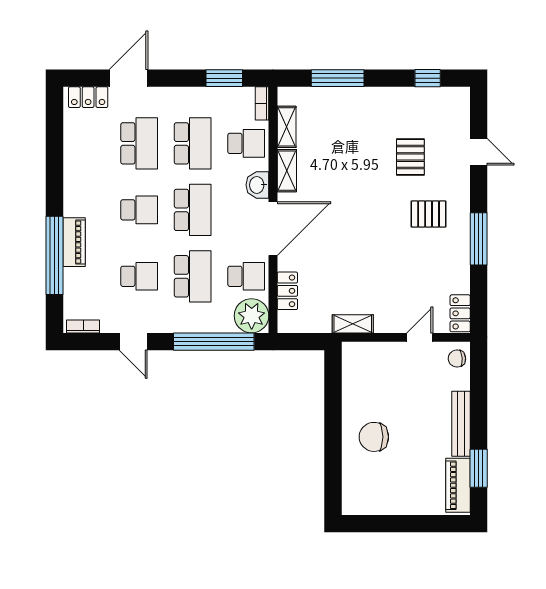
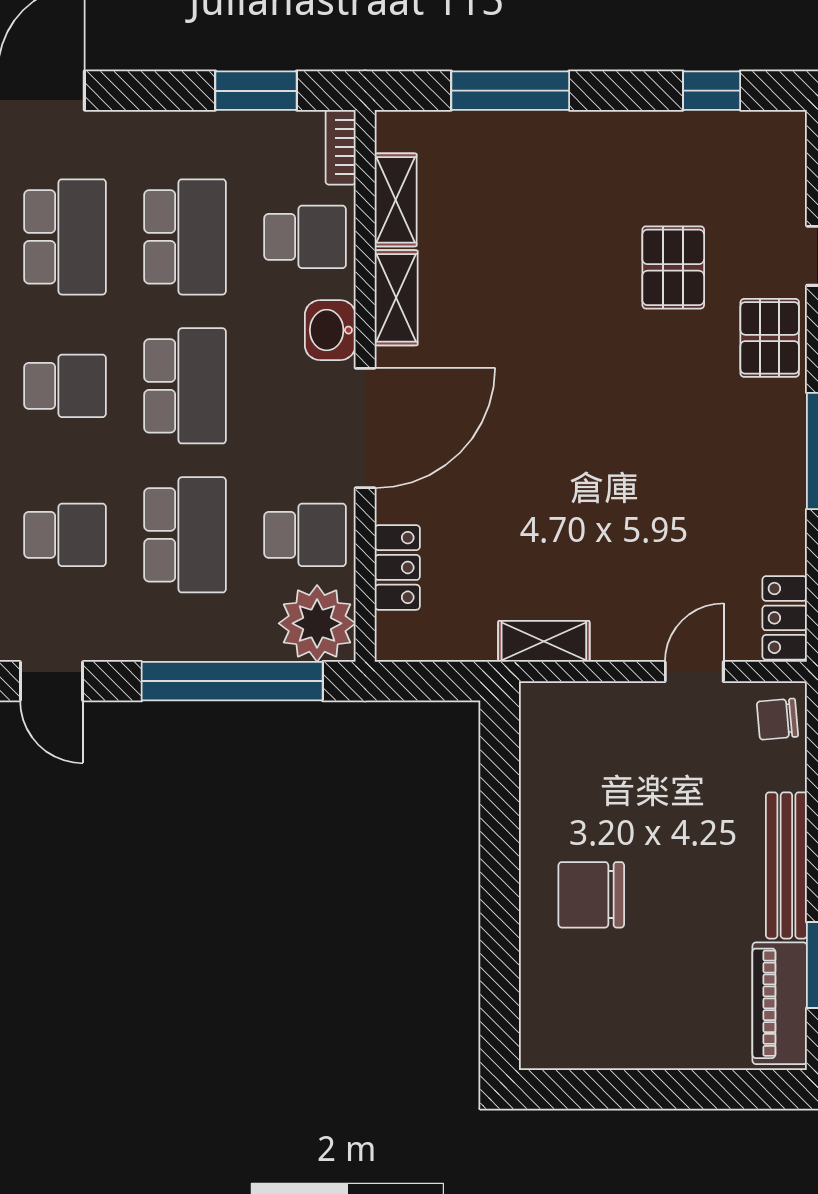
pallet: (429, 214) -> (770, 338), moved, turned 90

